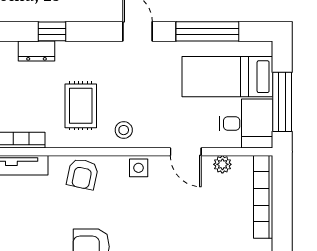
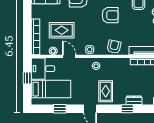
window: (207, 31) -> (60, 109), width x0.46
window: (282, 102) -> (27, 78), width x0.46
rug: (81, 106) -> (106, 91), moved
rug: (203, 212) -> (62, 30), added

